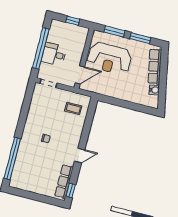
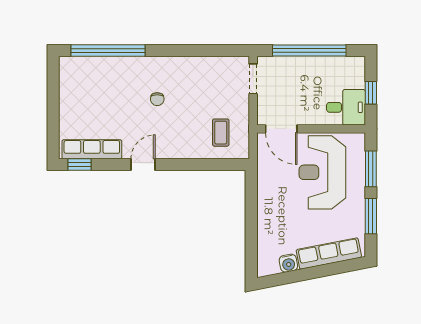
desk: (54, 54) -> (346, 107), moved, turned 90
door: (80, 156) -> (143, 164), swing flipped

